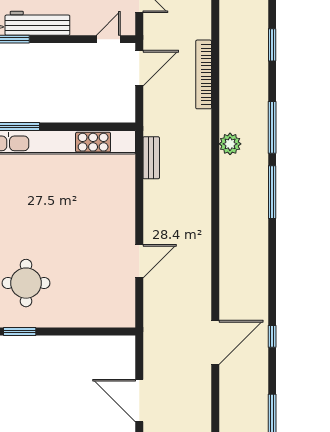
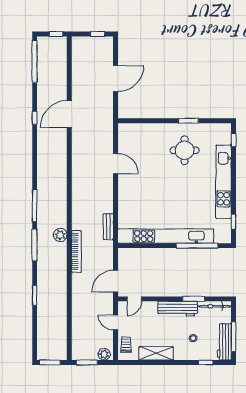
bookcase: (204, 74) -> (76, 252), moved
door: (139, 261) -> (116, 164), swing flipped
door: (139, 401) -> (116, 79), hinge flipped

